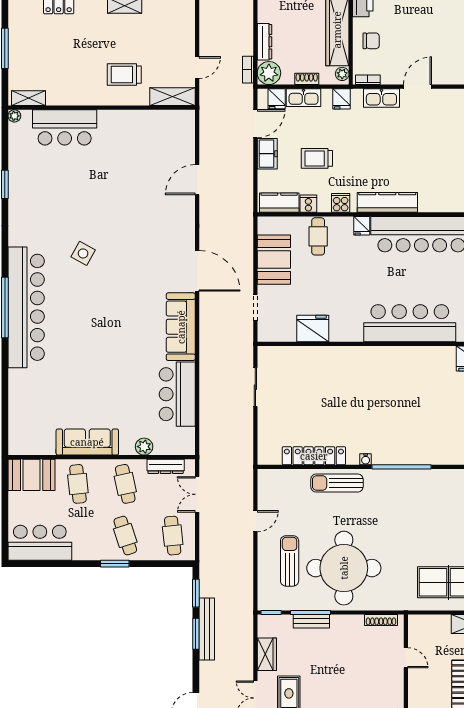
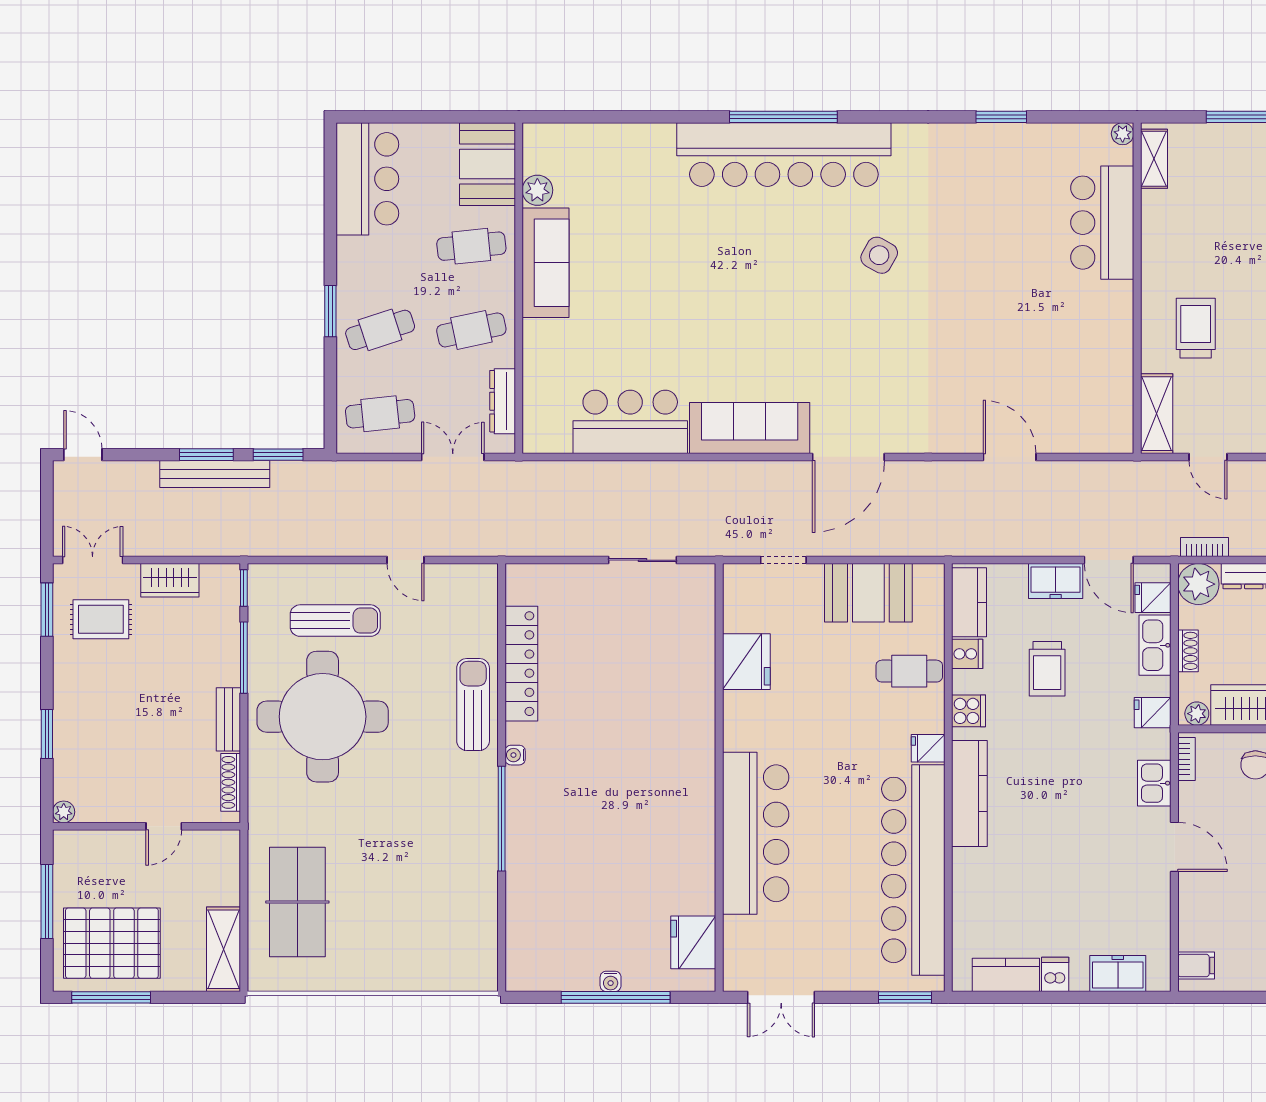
kitchen sink: (381, 98) -> (1154, 783), width x0.73
trolley: (317, 158) -> (1047, 669), turned 180
plant: (144, 447) -> (537, 190), moved
bench: (311, 621) -> (228, 719), moved

